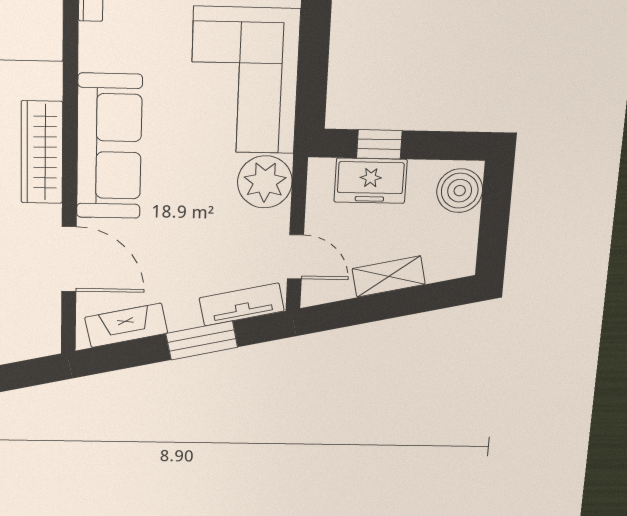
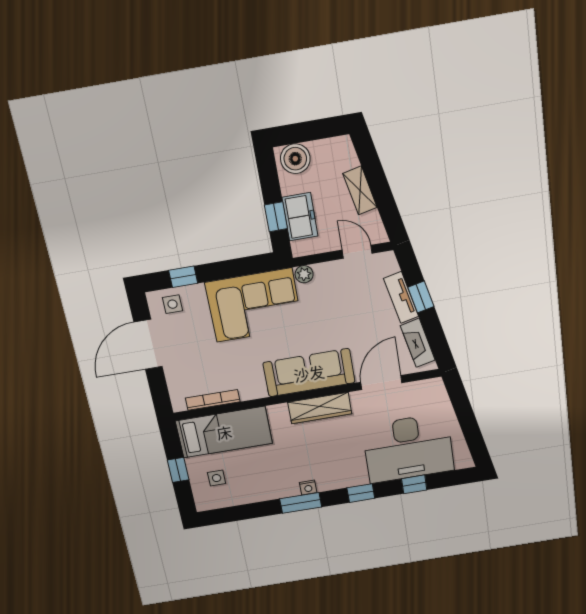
plant: (265, 182) -> (304, 274), width x0.53, depth x0.53
door: (296, 257) -> (357, 252), hinge flipped
tv unit: (242, 304) -> (401, 297), moved
window: (202, 340) -> (421, 297), width x0.67

